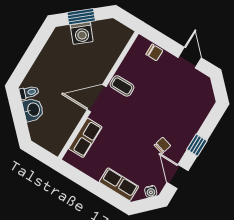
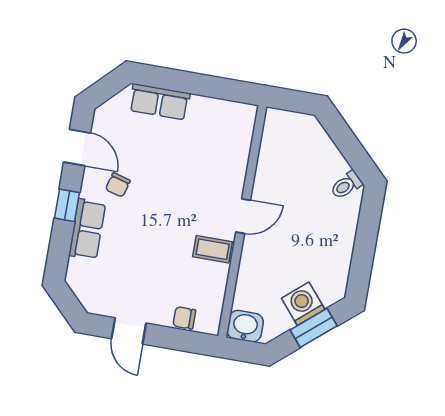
door: (97, 98) -> (243, 216), width x0.73
washbasin: (33, 110) -> (245, 326), moved, turned 135
row of seats: (85, 138) -> (87, 229), moved, turned 180
water cooler: (151, 191) -> (108, 110), removed

